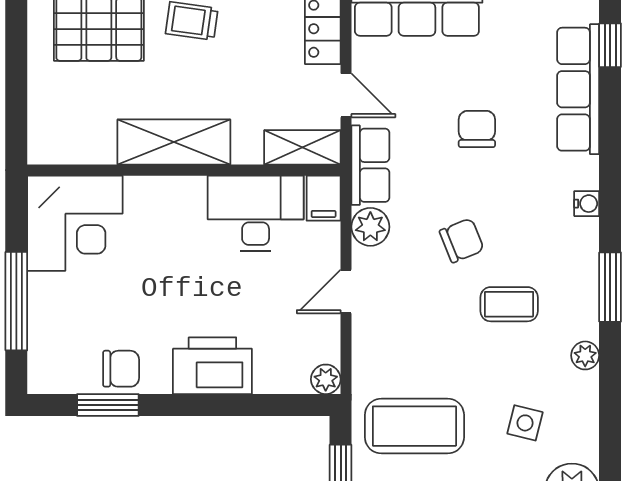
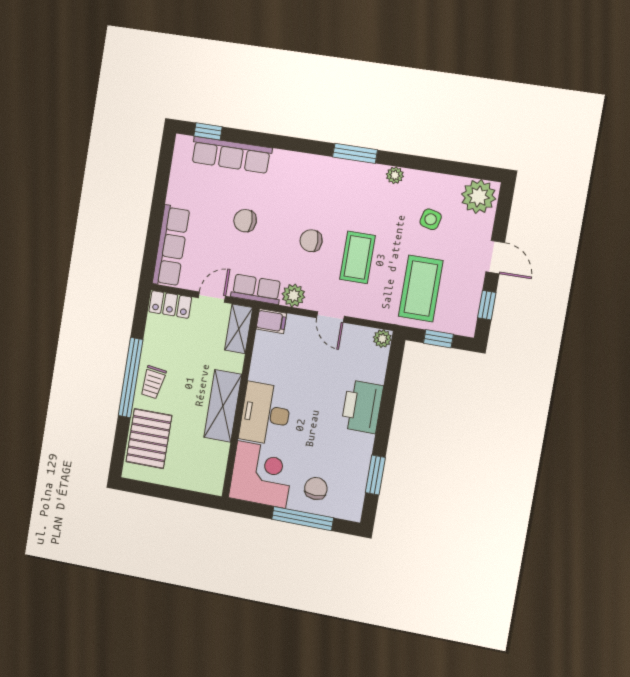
water cooler: (587, 204) -> (301, 160), removed
desk: (256, 213) -> (265, 414), moved
chair: (462, 240) -> (311, 241), turned -68
coffee table: (509, 304) -> (357, 257), moved, width x1.36, depth x1.30
chair: (121, 369) -> (316, 488), moved

